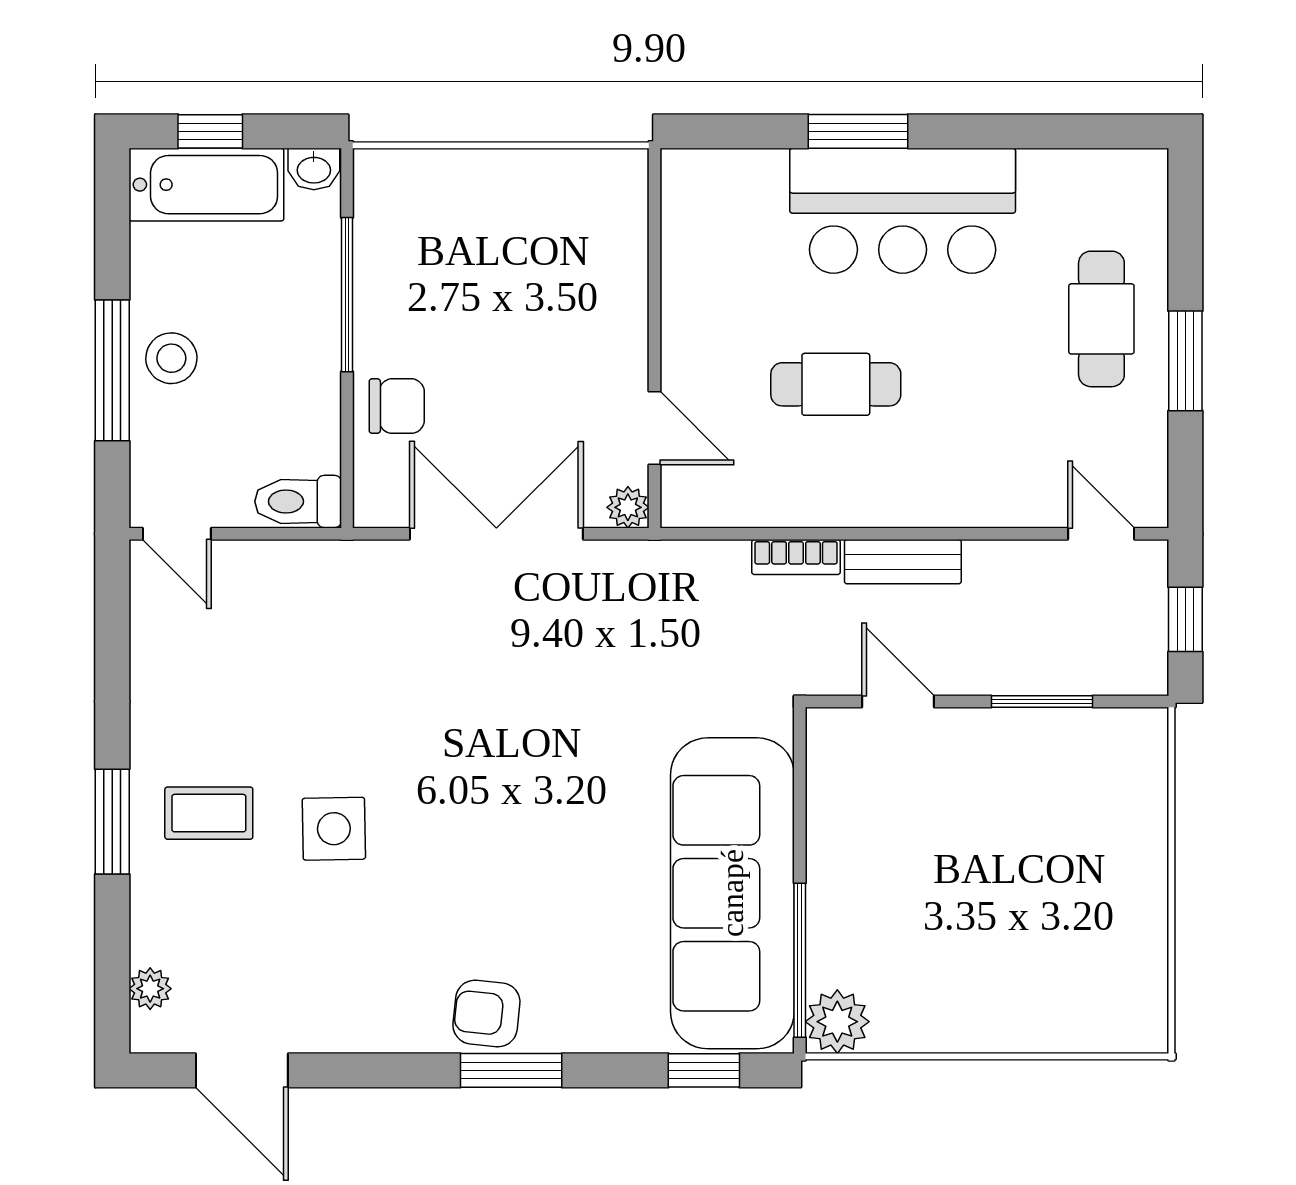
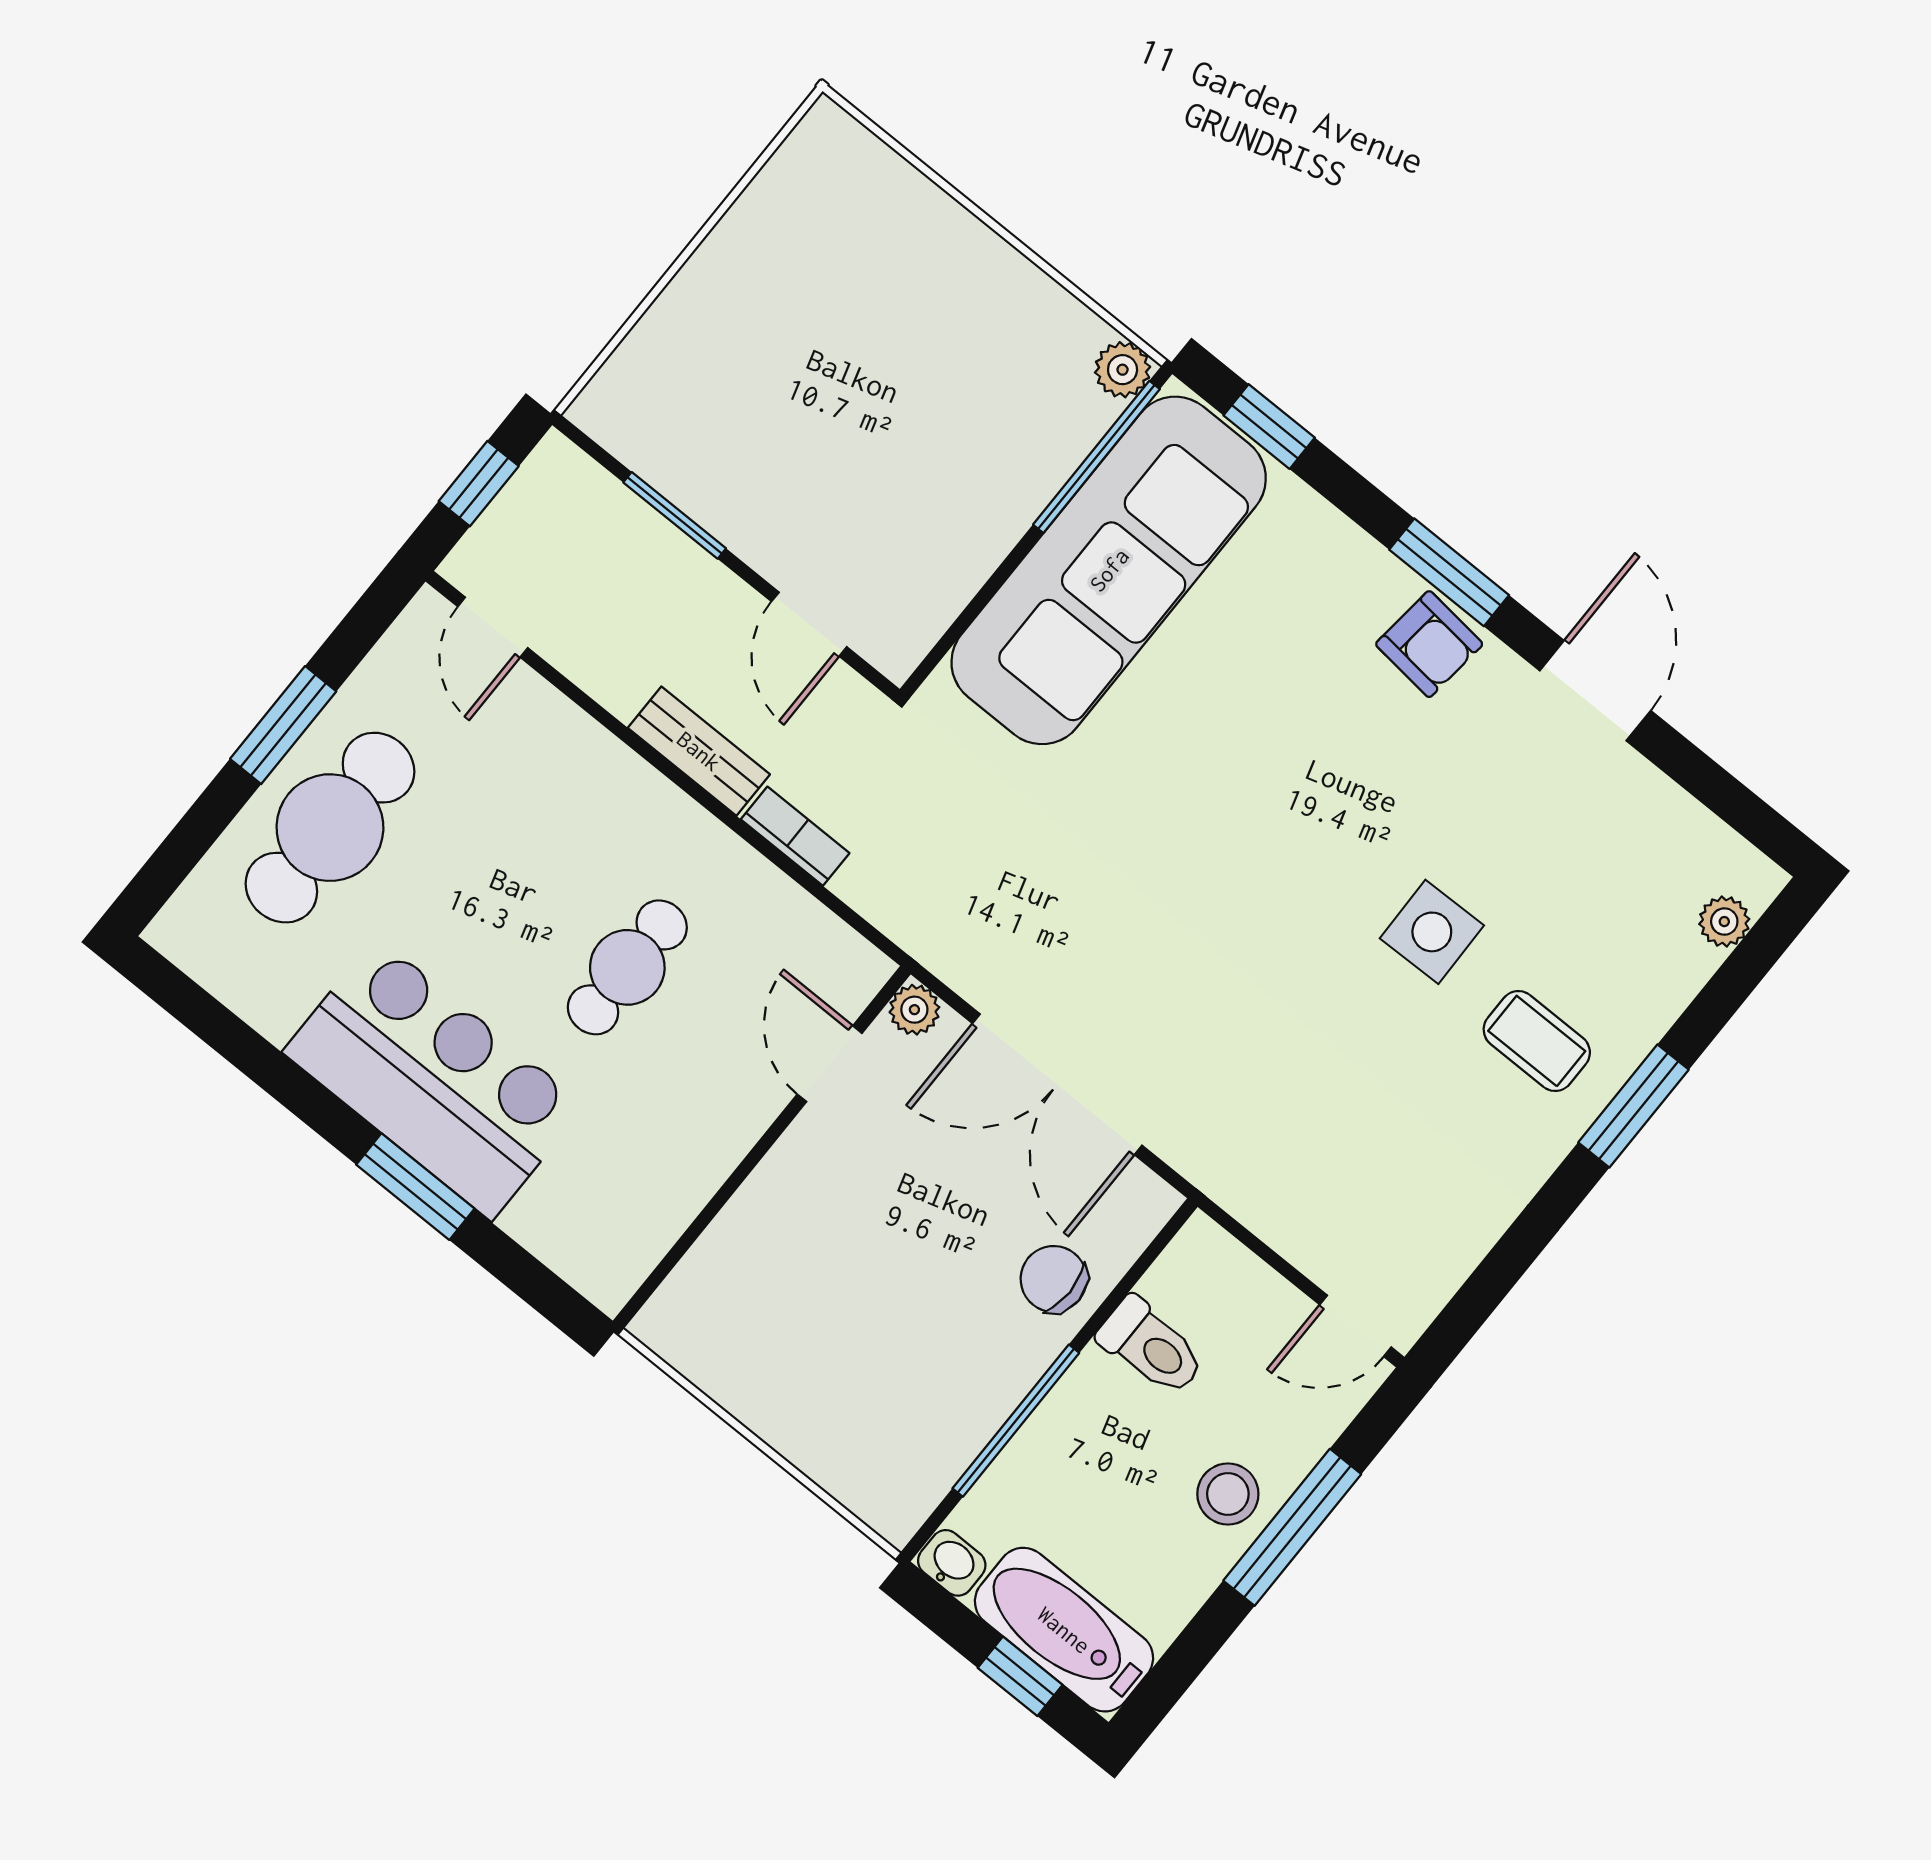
cafe table: (1101, 319) -> (330, 828), width x1.37, depth x1.35
cafe table: (836, 384) -> (627, 967), turned 90
toilet: (298, 501) -> (1151, 1347), moved
door: (177, 534) -> (1355, 1326), swing flipped
plant: (837, 1022) -> (1123, 370), width x0.73, depth x0.73
door: (242, 1070) -> (1595, 691), moved

